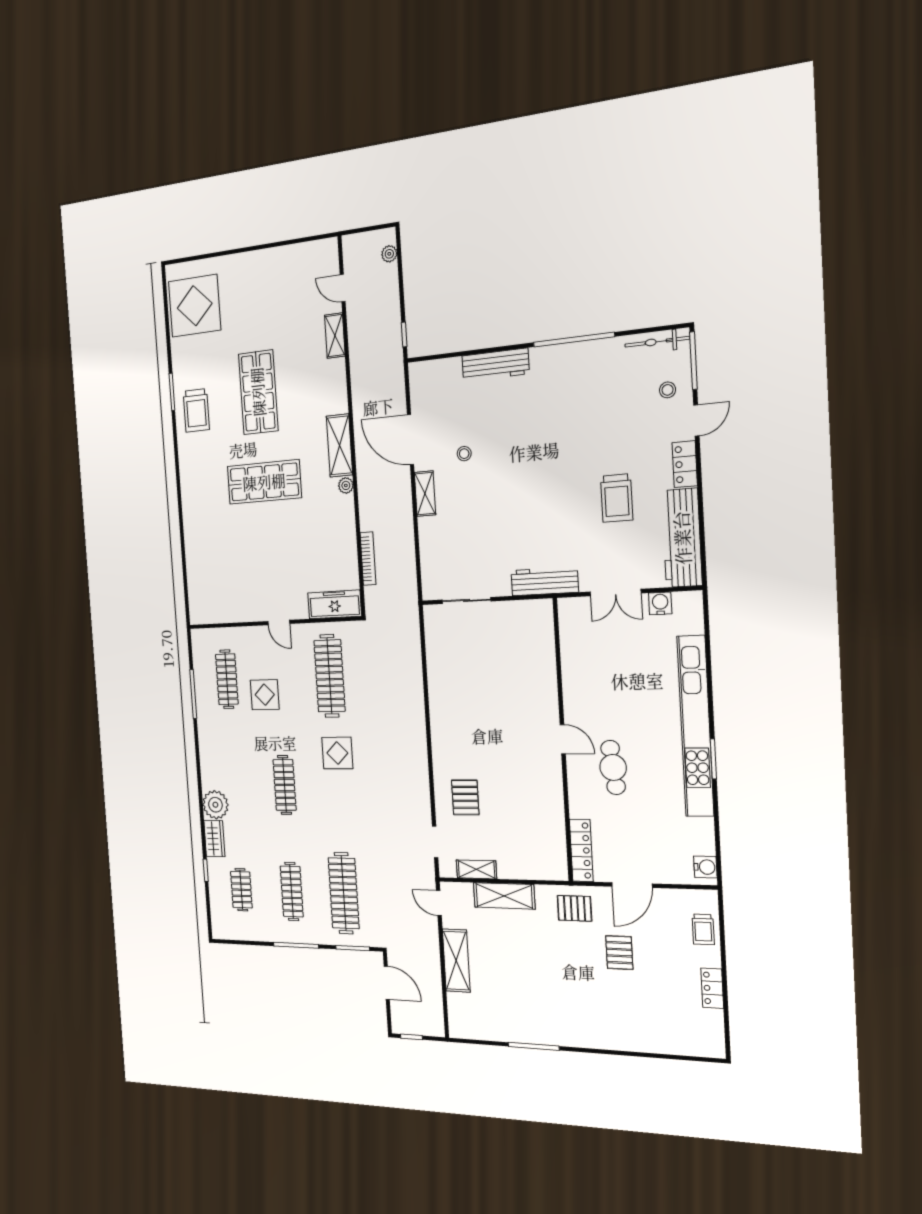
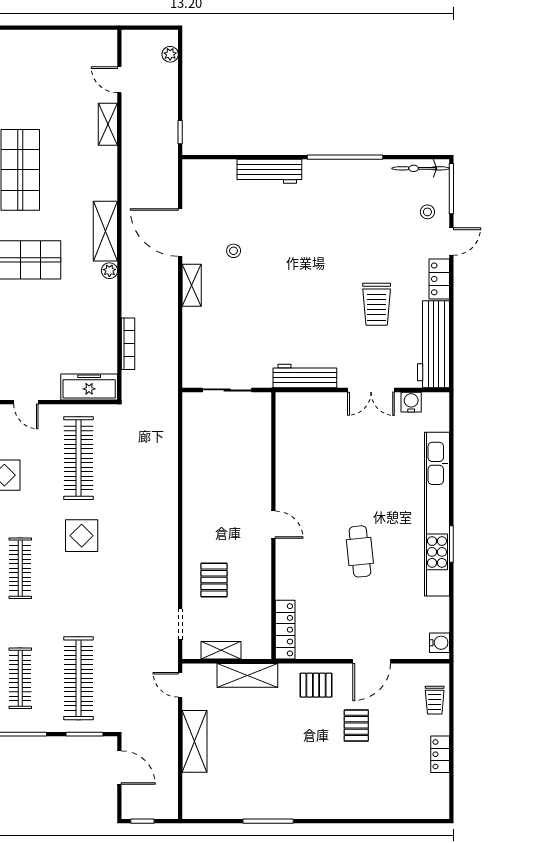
door: (563, 739) -> (273, 525), moved
wall: (563, 740) -> (273, 526), moved
locker: (581, 850) -> (285, 630), moved

